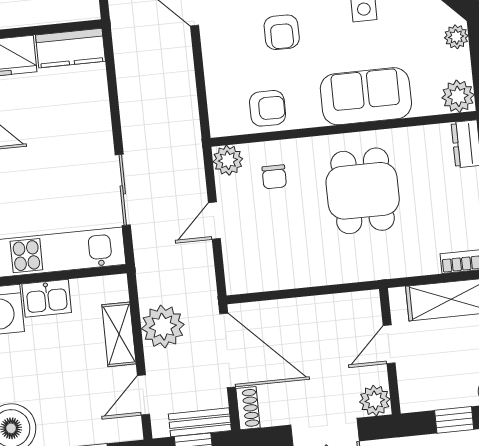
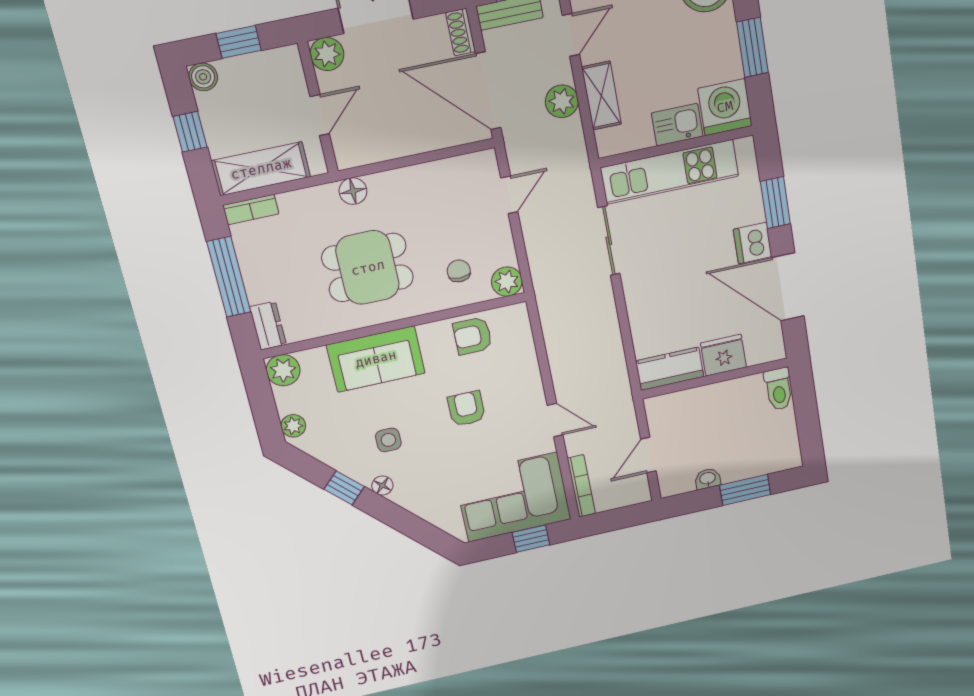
dining table: (363, 191) -> (368, 268), turned 90
door: (214, 221) -> (509, 195), moved
floor lamp: (367, 268) -> (353, 191), added
plant: (163, 327) -> (562, 101), width x0.73, depth x0.73

